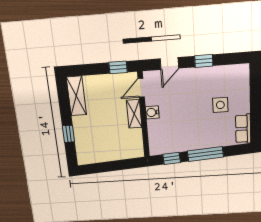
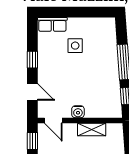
shelving: (134, 114) -> (92, 130), moved
row of seats: (243, 129) -> (52, 24), moved

